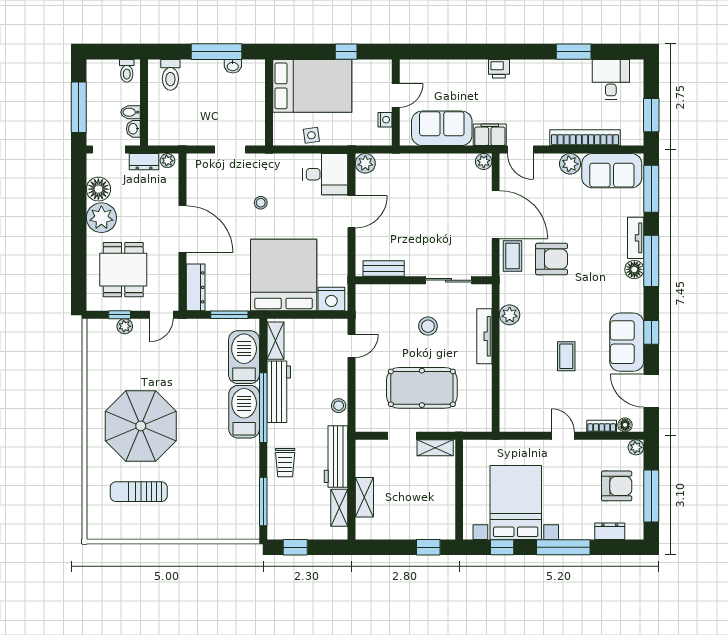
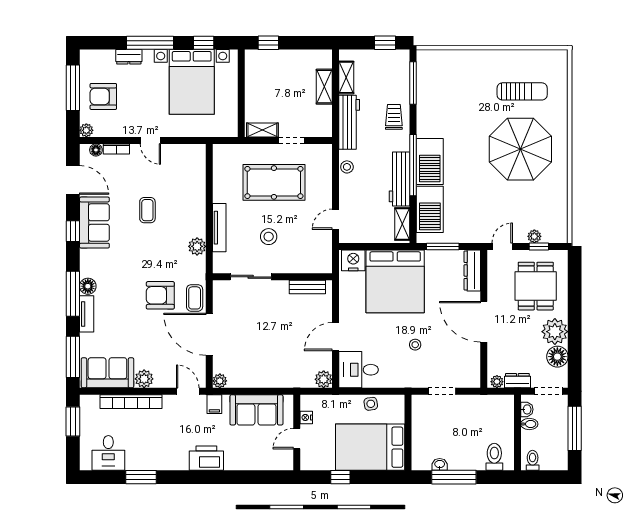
printer: (499, 69) -> (206, 458), width x1.87, depth x1.48
filing cabinet: (490, 135) -> (214, 404), width x0.50
dresser: (610, 531) -> (129, 57), moved

